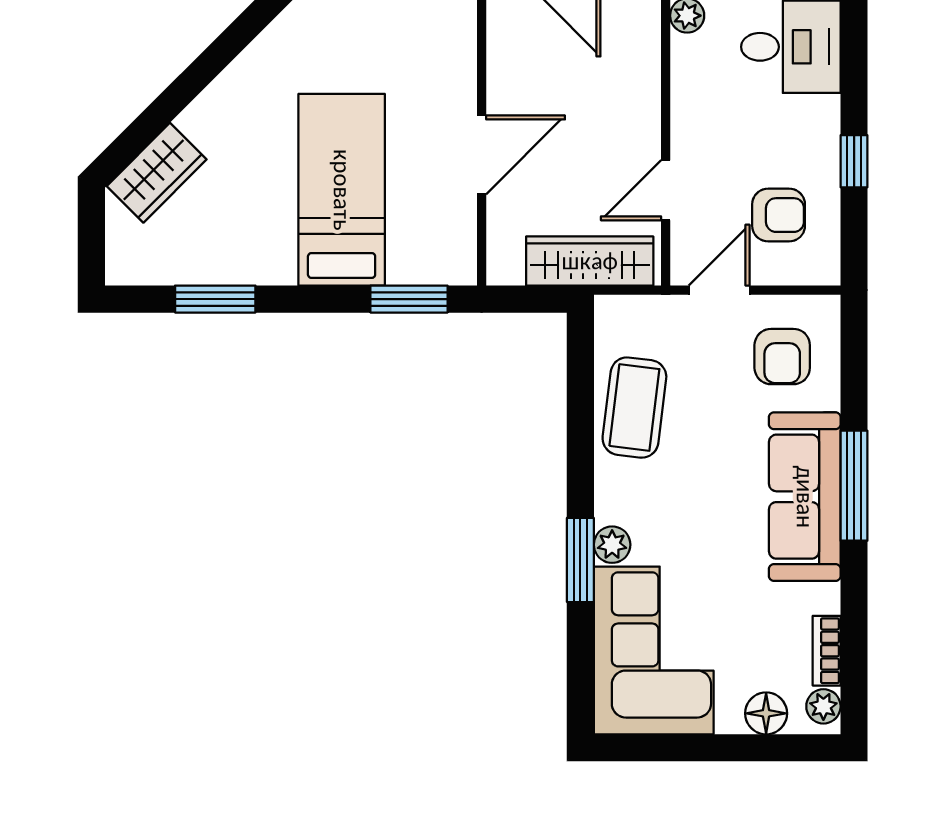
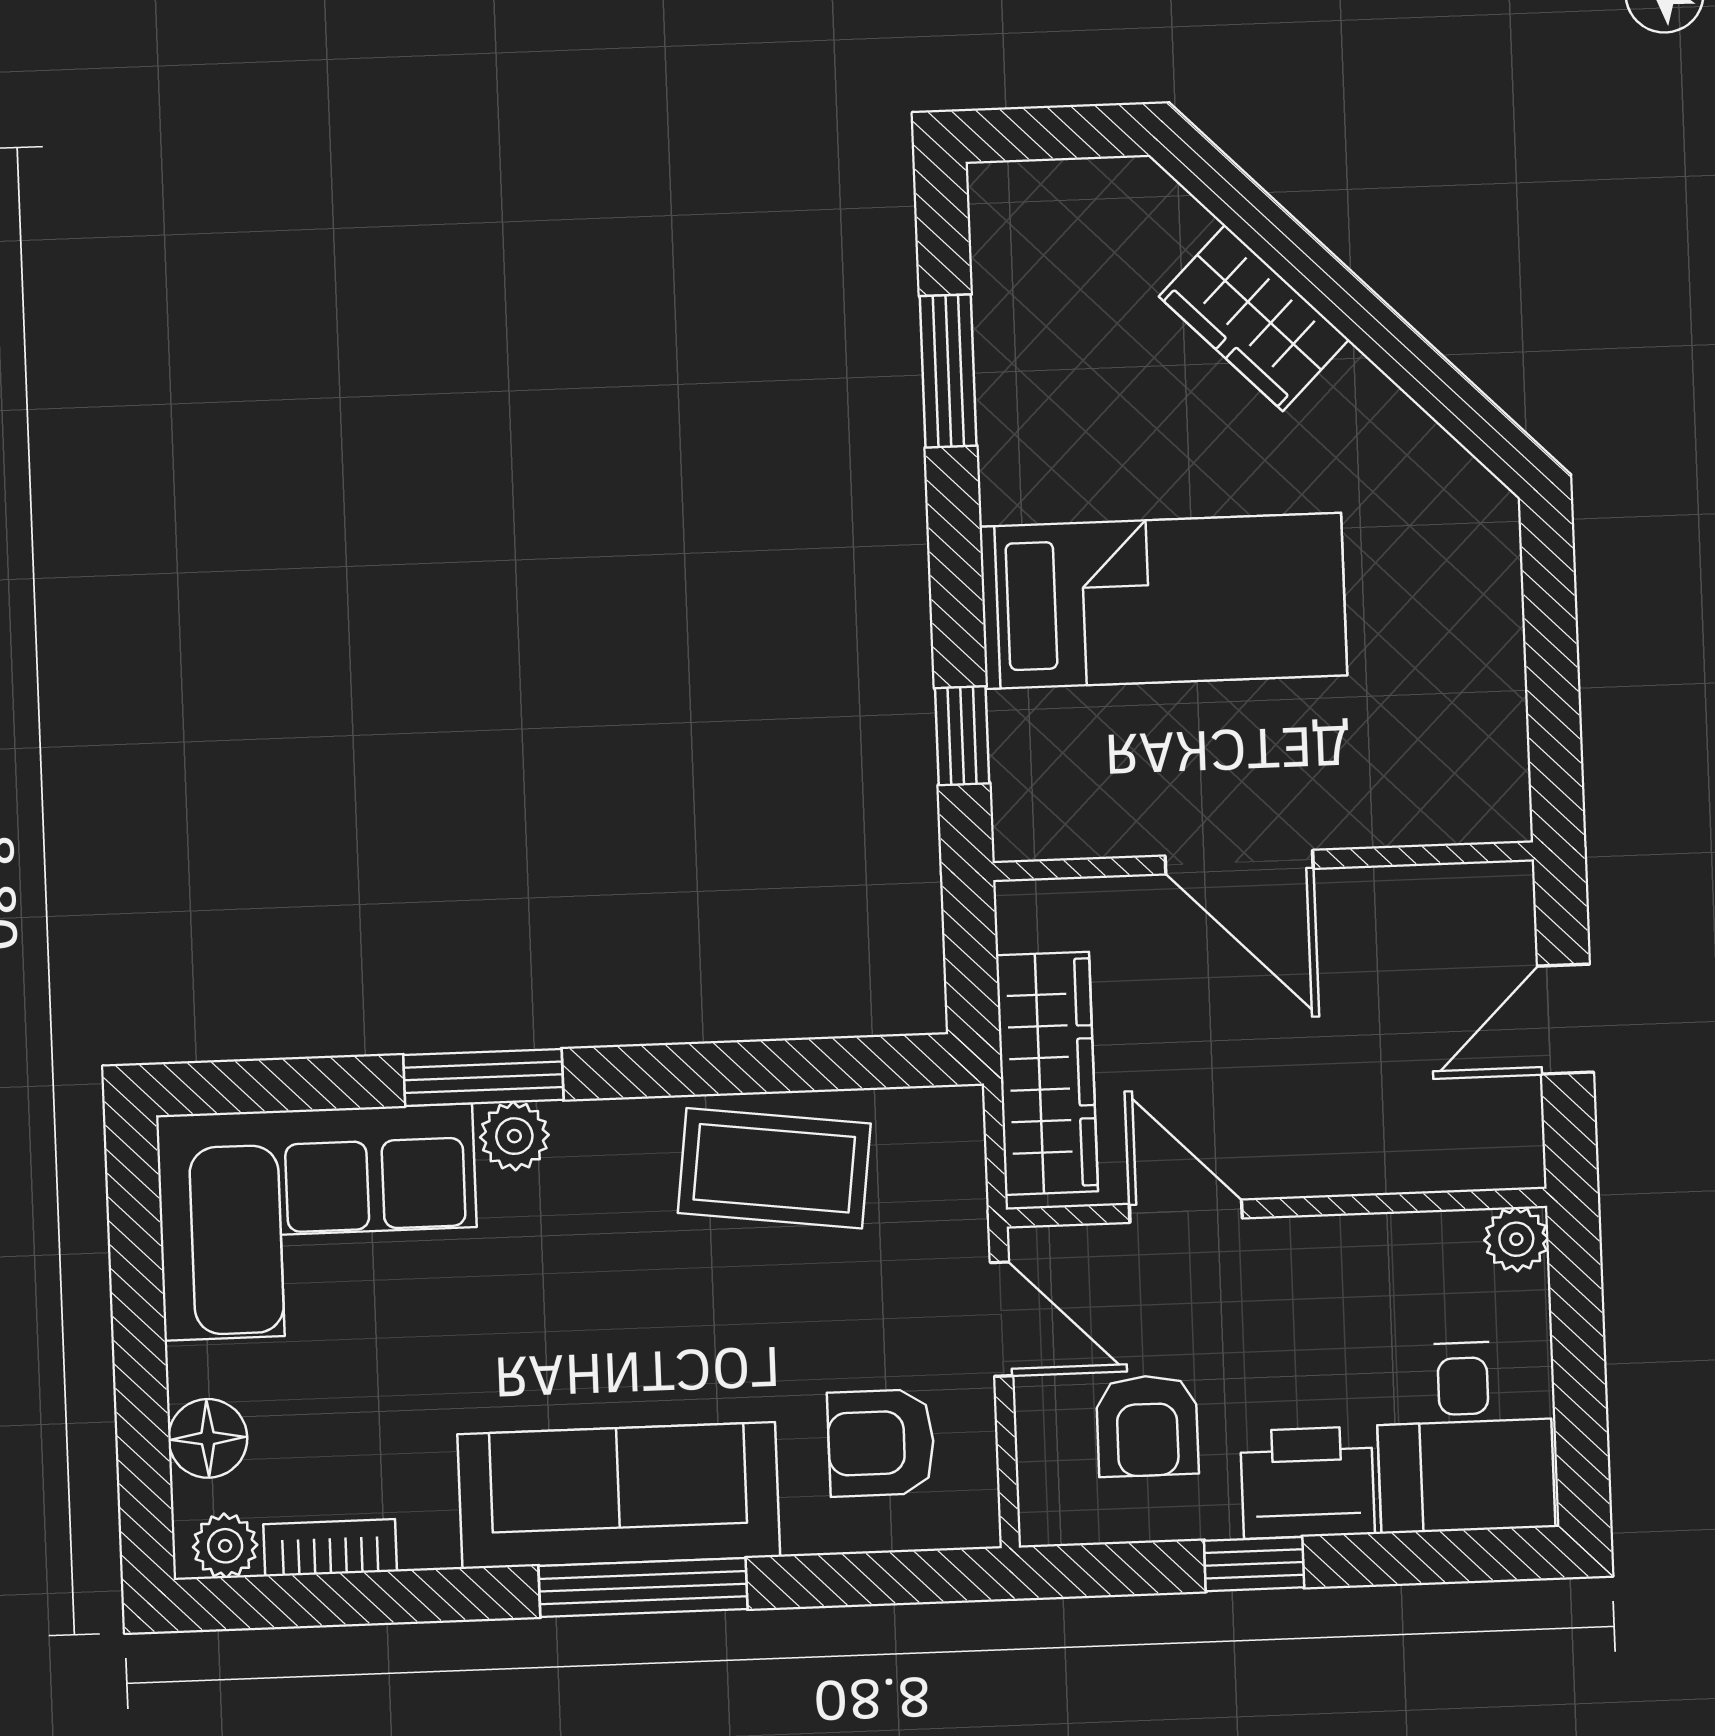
printer: (812, 131) -> (1307, 1482), added
wardrobe: (157, 173) -> (1254, 318), moved
window: (409, 299) -> (962, 736), width x0.67

